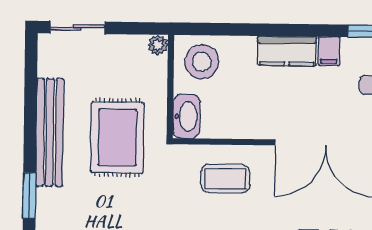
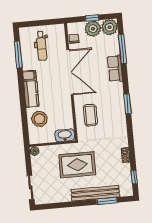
stool: (202, 62) -> (39, 119), moved
bench: (50, 132) -> (95, 193), moved

